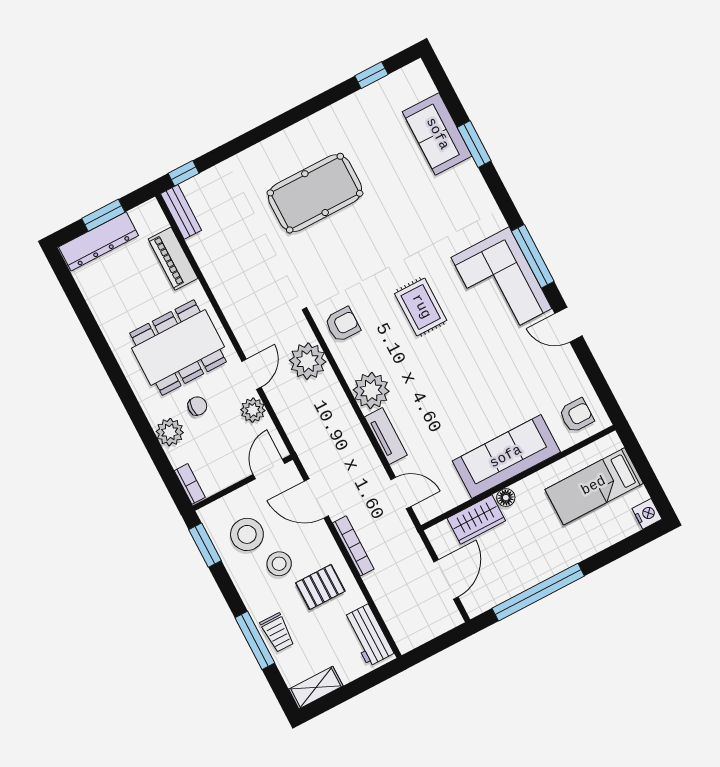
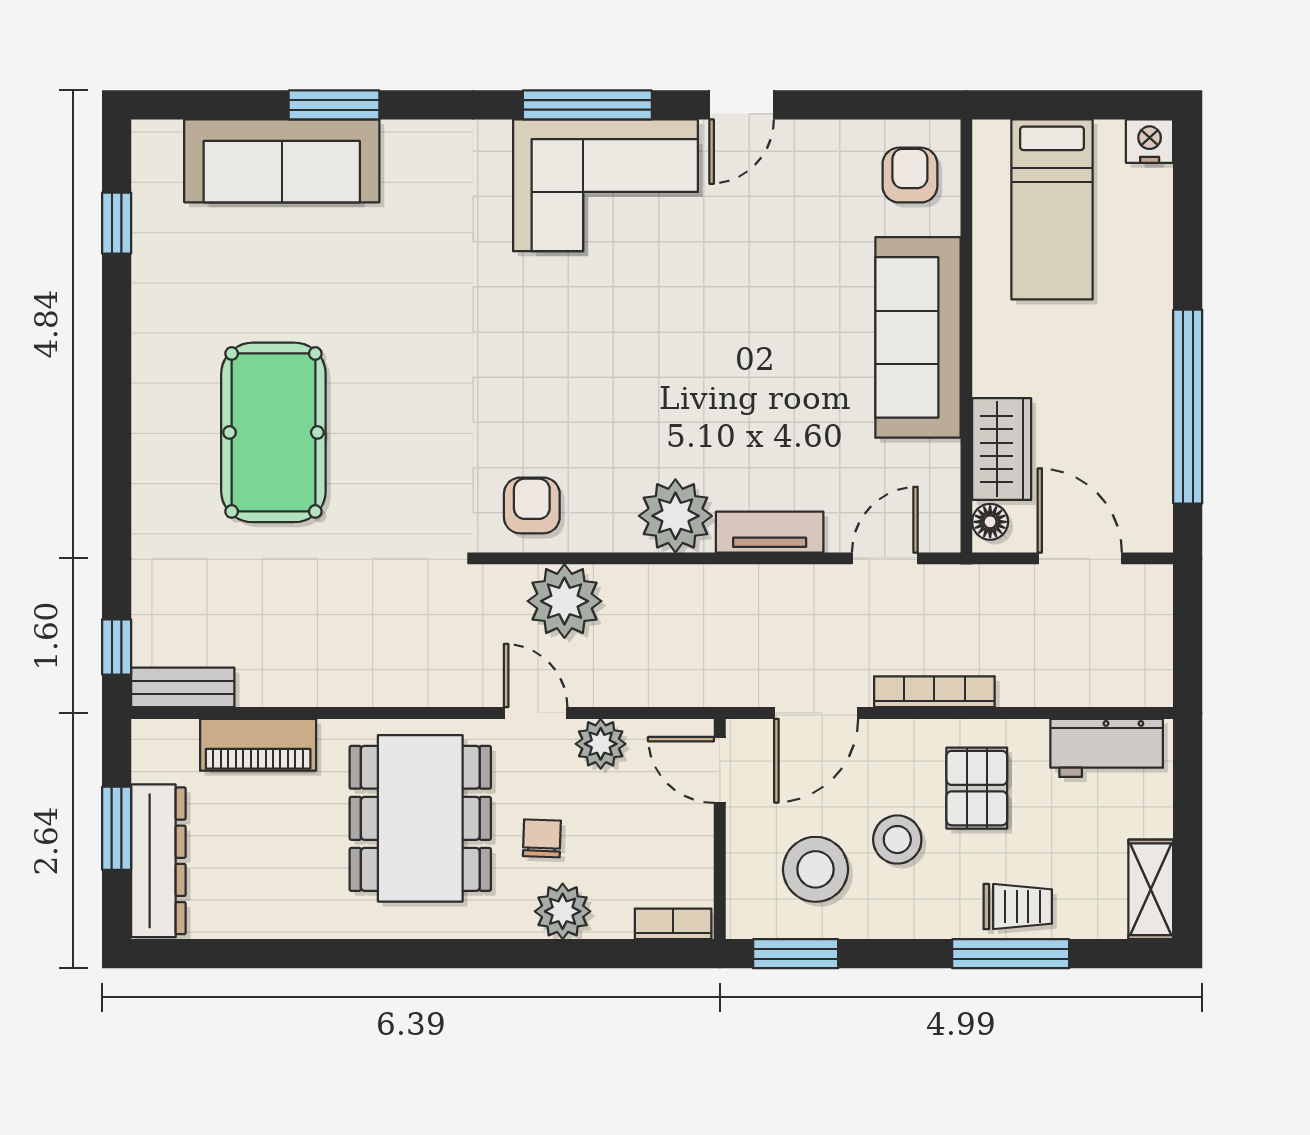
sofa: (437, 134) -> (282, 161), width x1.36
rug: (421, 307) -> (573, 351), removed
floor lamp: (506, 498) -> (990, 522), moved

